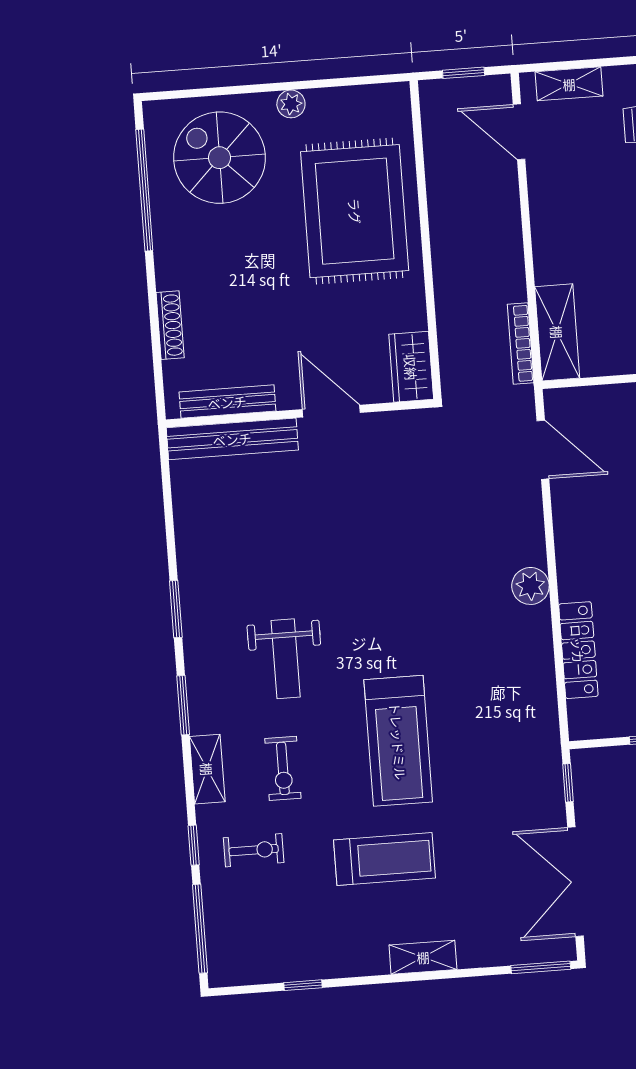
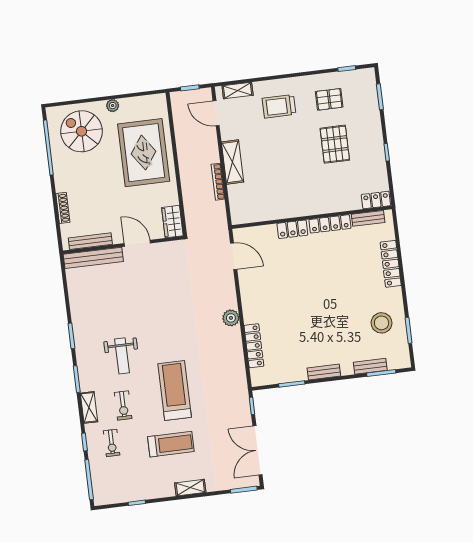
shelving: (557, 332) -> (233, 162), moved
bookcase: (521, 344) -> (218, 182), moved
treadmill: (398, 741) -> (175, 391), turned 180
exercise bike: (254, 850) -> (112, 443), turned 90

